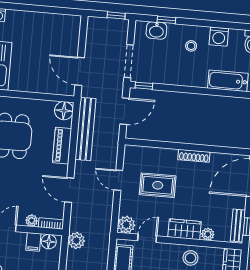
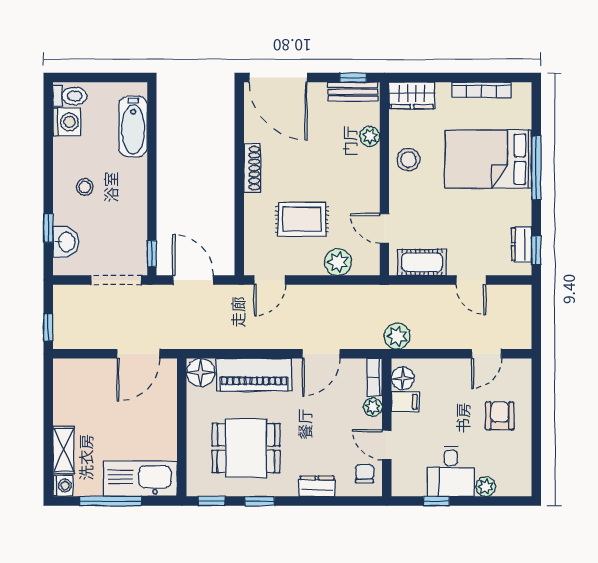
window: (116, 15) -> (48, 327), moved
shelving: (21, 17) -> (64, 450), added
washing machine: (219, 37) -> (67, 122), moved
bench: (85, 129) -> (226, 337), removed
piano: (62, 146) -> (254, 375), width x1.37, depth x1.33
door: (118, 180) -> (270, 280), moved
rug: (158, 185) -> (302, 219), turned 90
plant: (126, 225) -> (338, 262), moved
wardrobe: (185, 229) -> (366, 173), removed

